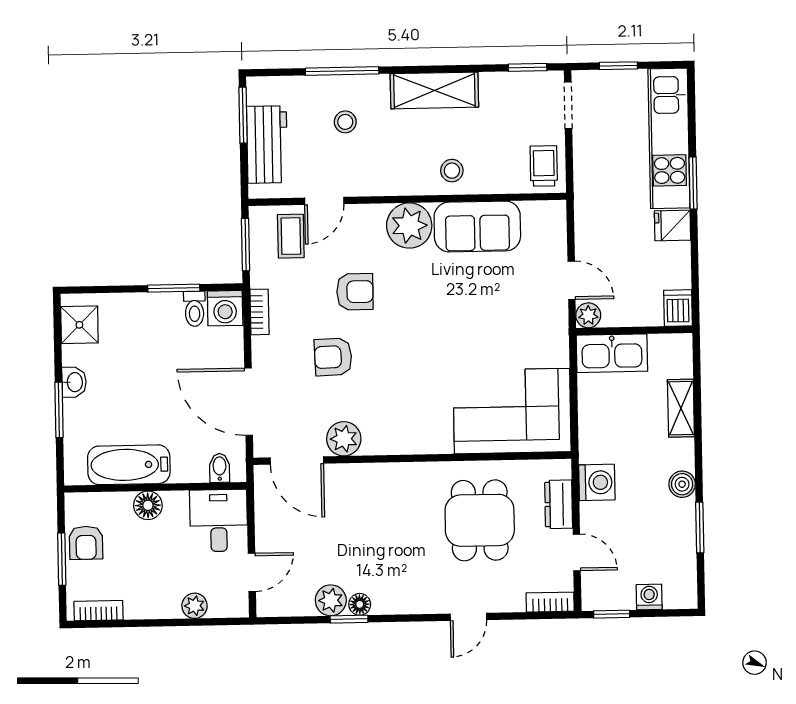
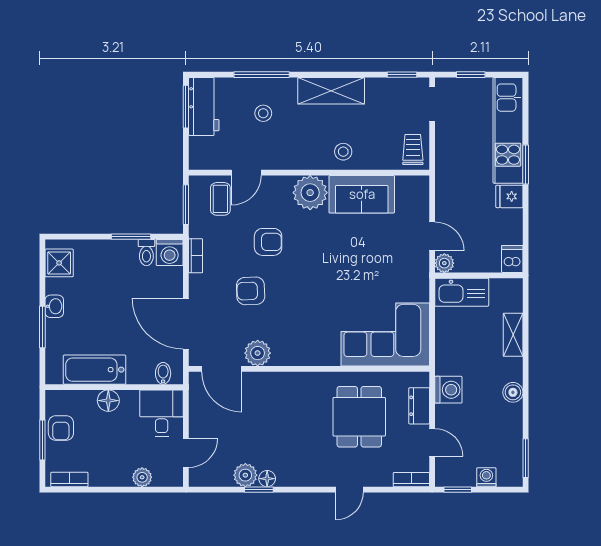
workbench: (267, 144) -> (204, 107), moved
window: (700, 527) -> (526, 458), moved

